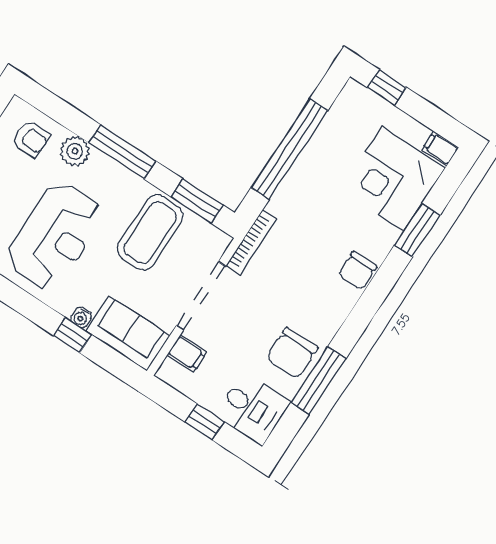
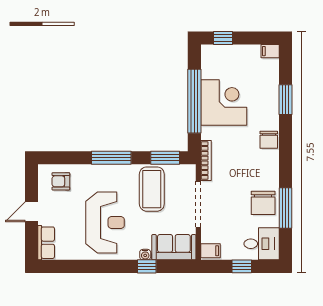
armchair: (31, 139) -> (61, 181), turned 180
plant: (75, 151) -> (87, 173), removed
corner desk: (393, 179) -> (224, 103), moved, turned 180
filing cabinet: (187, 354) -> (210, 251), moved

